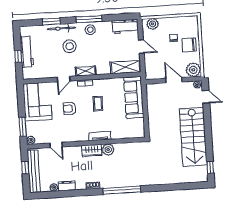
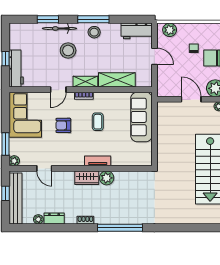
workbench: (27, 52) -> (16, 69), moved
shelving: (125, 67) -> (117, 80), moved

